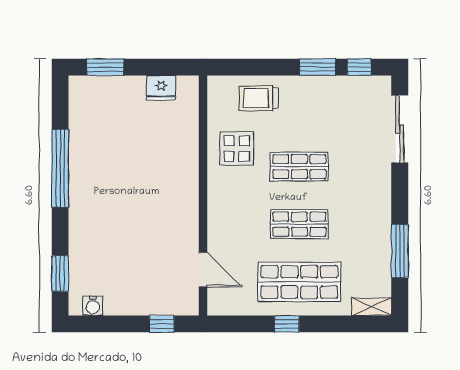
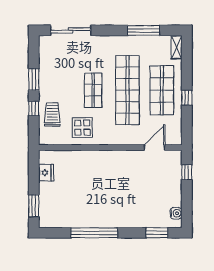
window: (359, 67) -> (34, 109), moved
trolley: (259, 98) -> (52, 114), turned 180
shop shelf: (299, 224) -> (127, 90), width x2.00, depth x1.36

